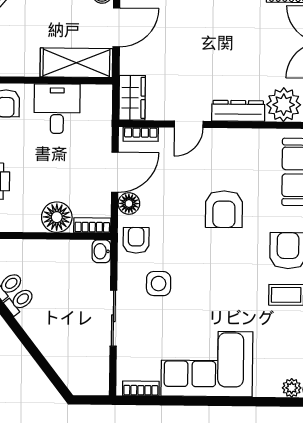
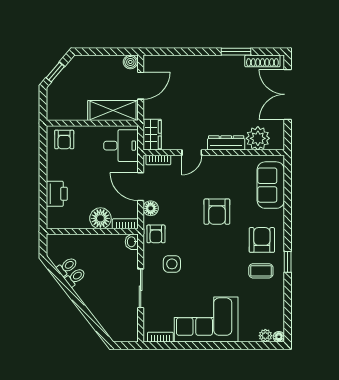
desk: (57, 109) -> (121, 146), moved, turned 90
door: (115, 172) -> (141, 187), swing flipped
armchair: (136, 240) -> (156, 234), turned 180

